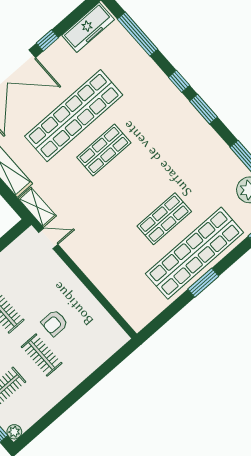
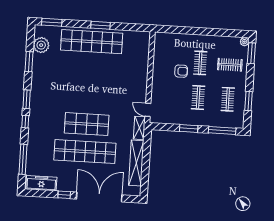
shop shelf: (104, 150) -> (87, 124), width x1.43, depth x1.36
shop shelf: (164, 219) -> (90, 69), removed

